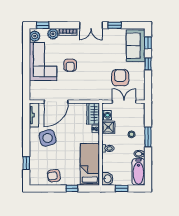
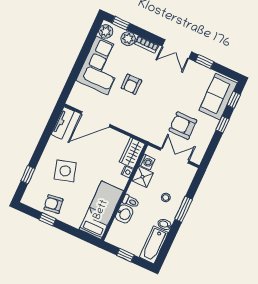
armchair: (120, 78) -> (183, 126), turned -90
side table: (48, 138) -> (65, 171), moved
washbasin: (107, 179) -> (124, 214), moved
window: (72, 188) -> (47, 219), moved

